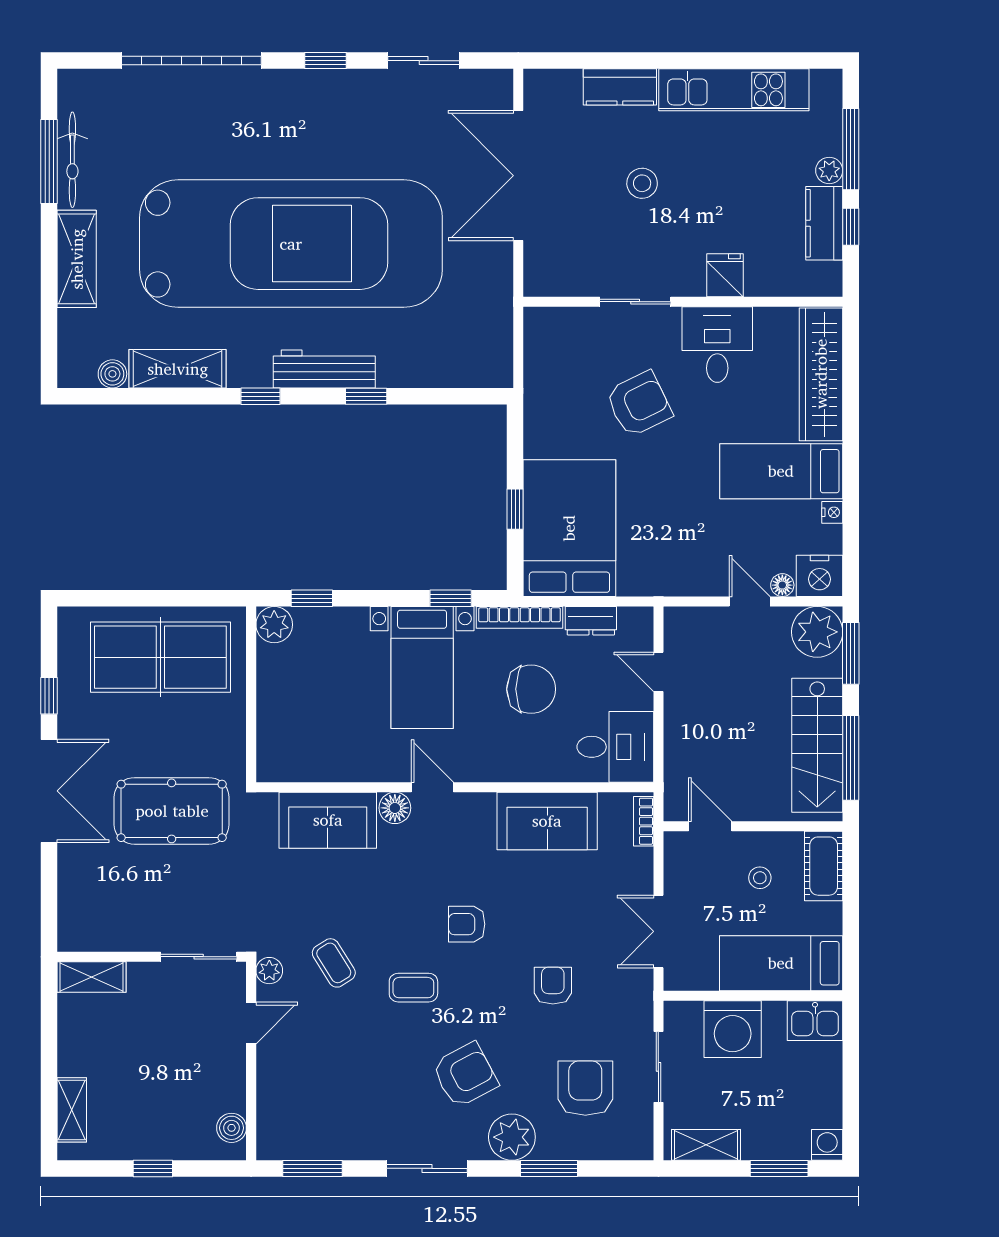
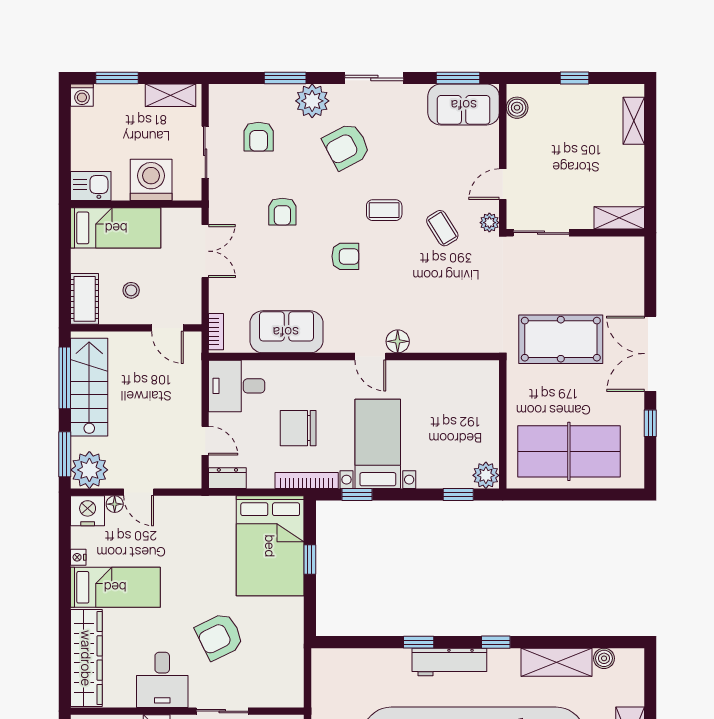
dresser: (591, 621) -> (227, 478), moved
sofa: (328, 820) -> (464, 105), moved, turned 180
armchair: (585, 1088) -> (259, 137), width x0.72, depth x0.72

